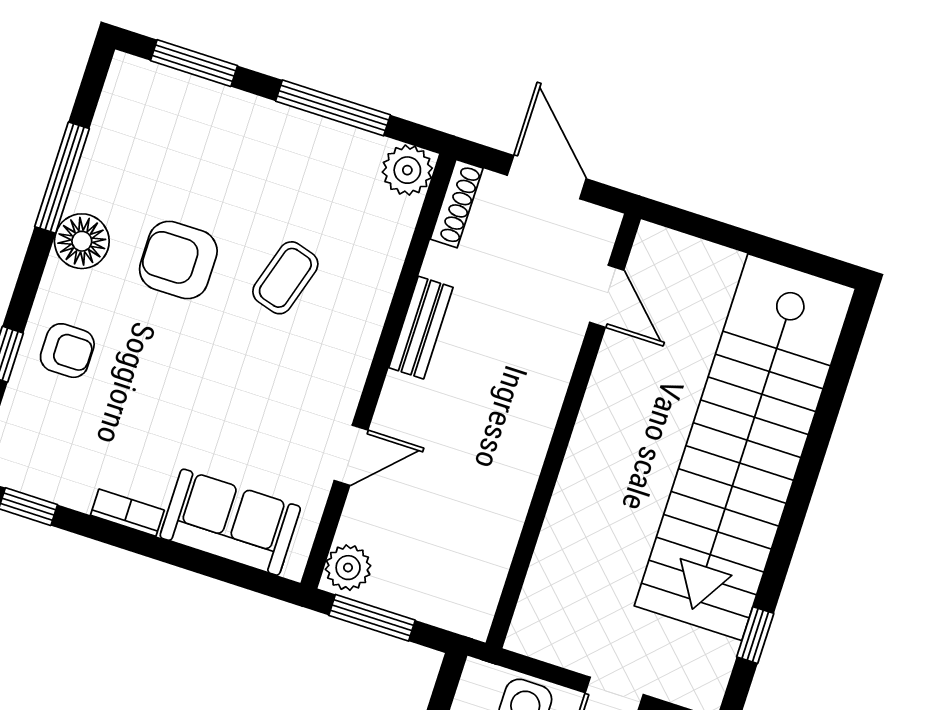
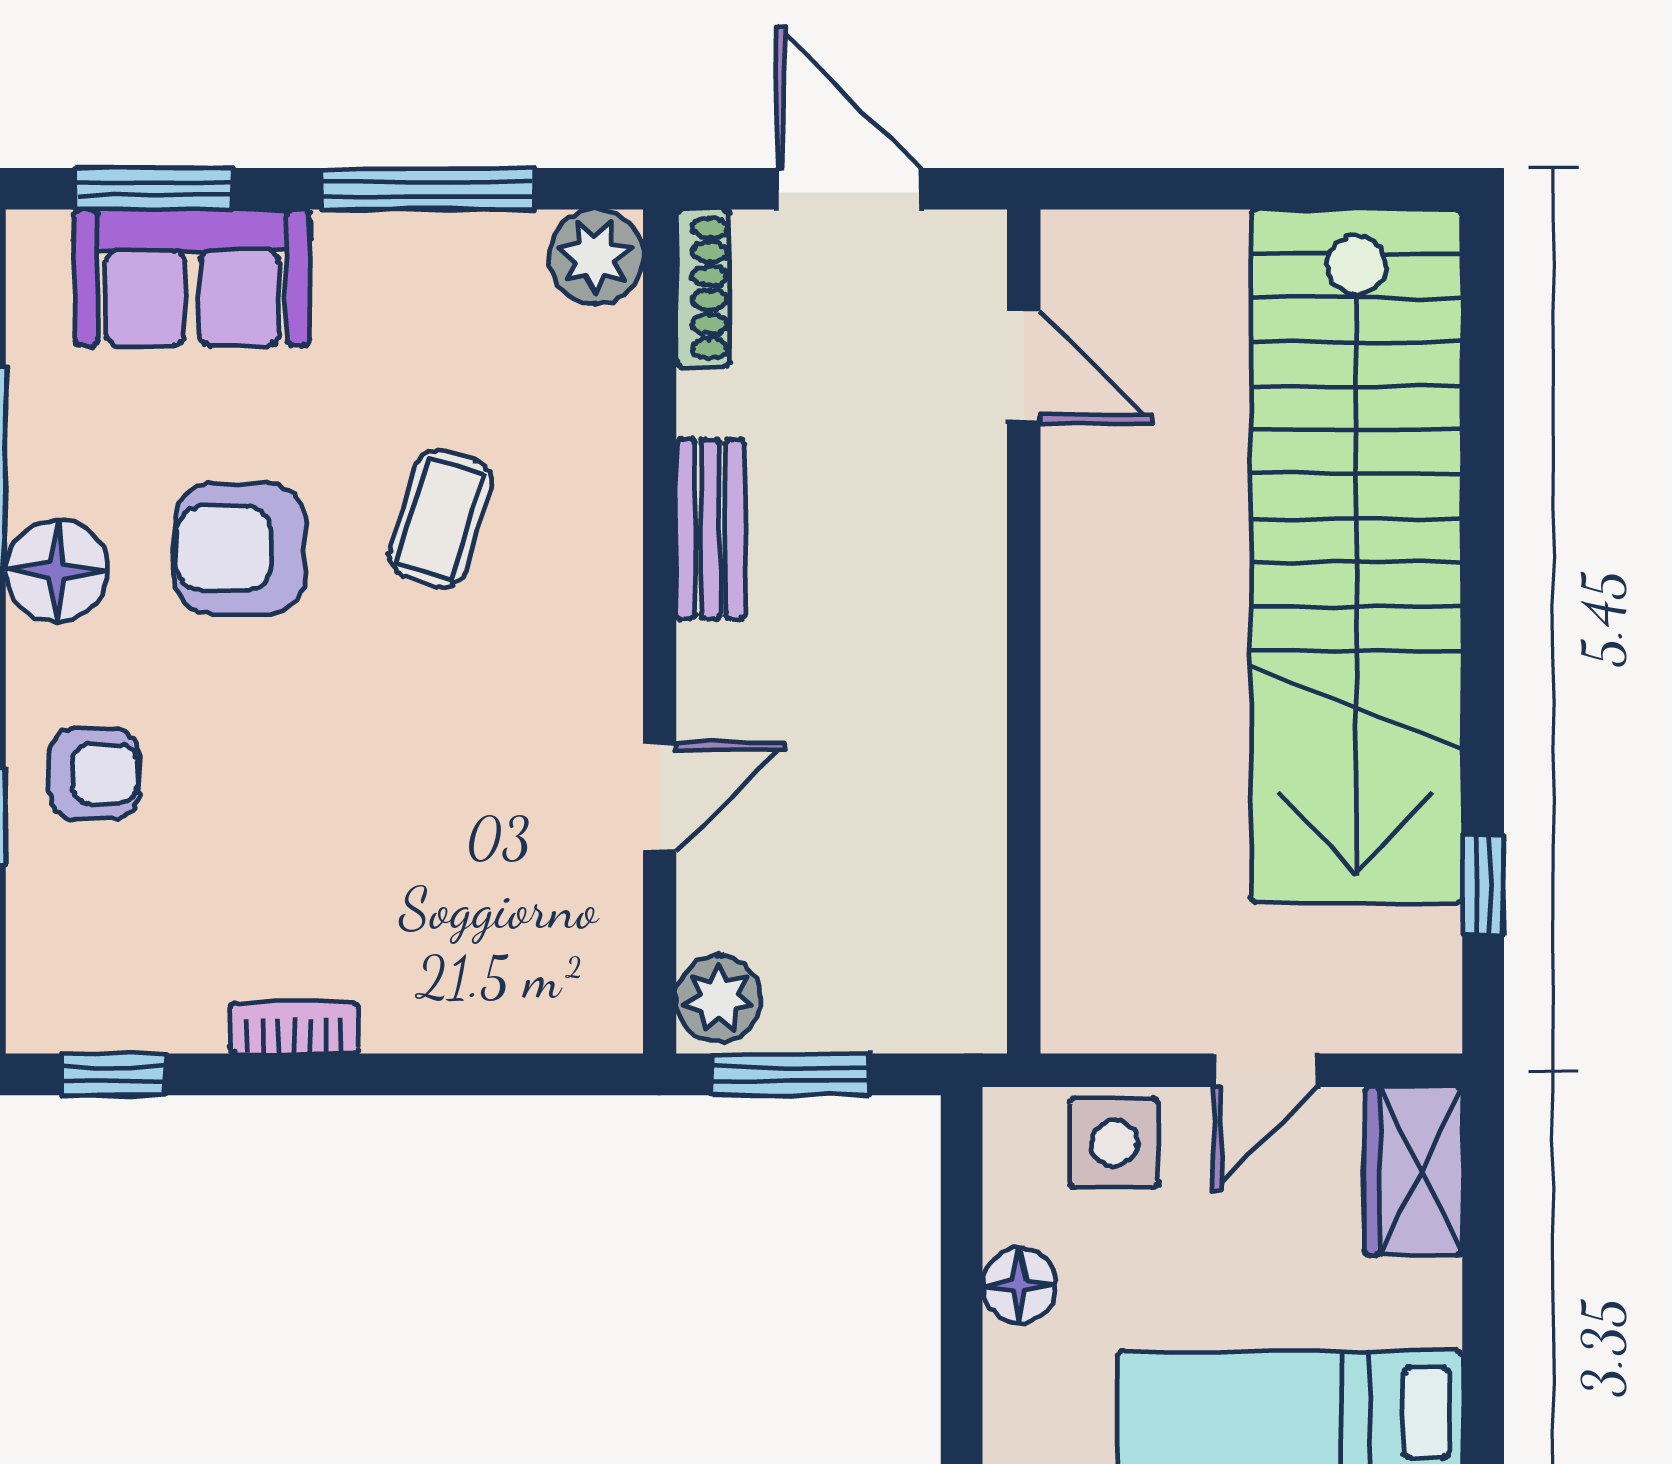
sofa: (230, 522) -> (192, 277), moved, turned 180

